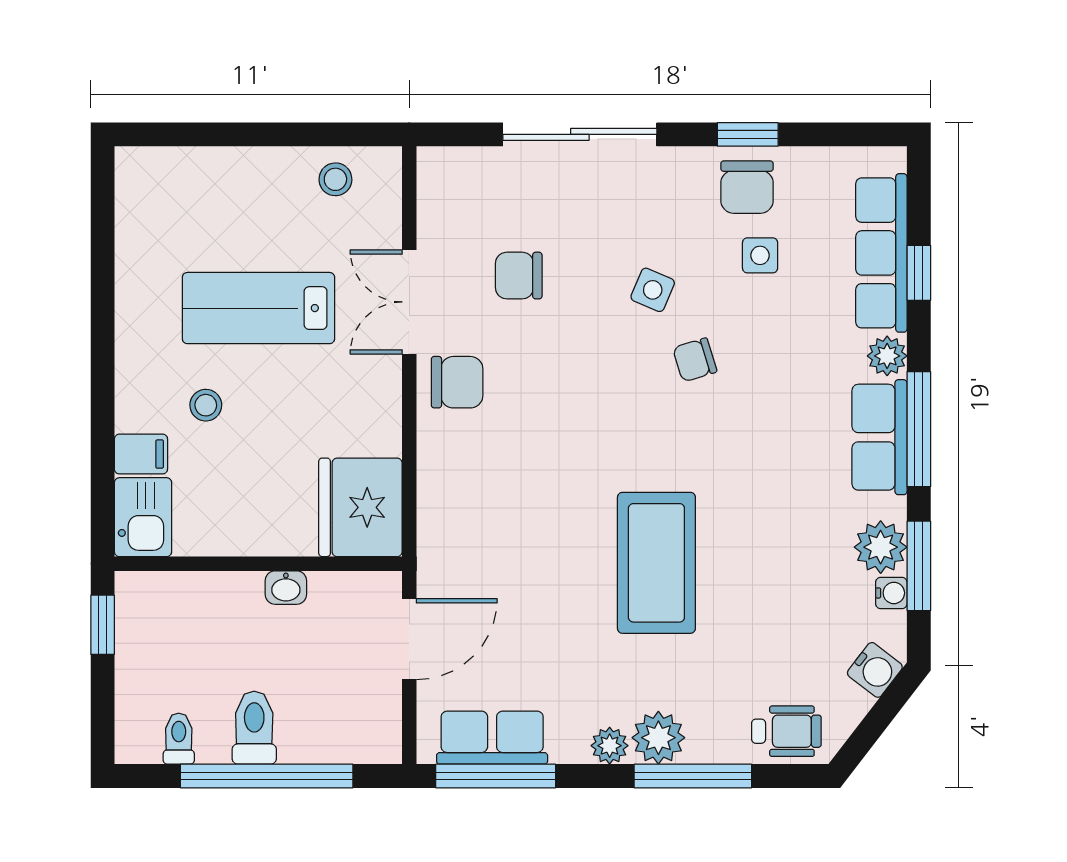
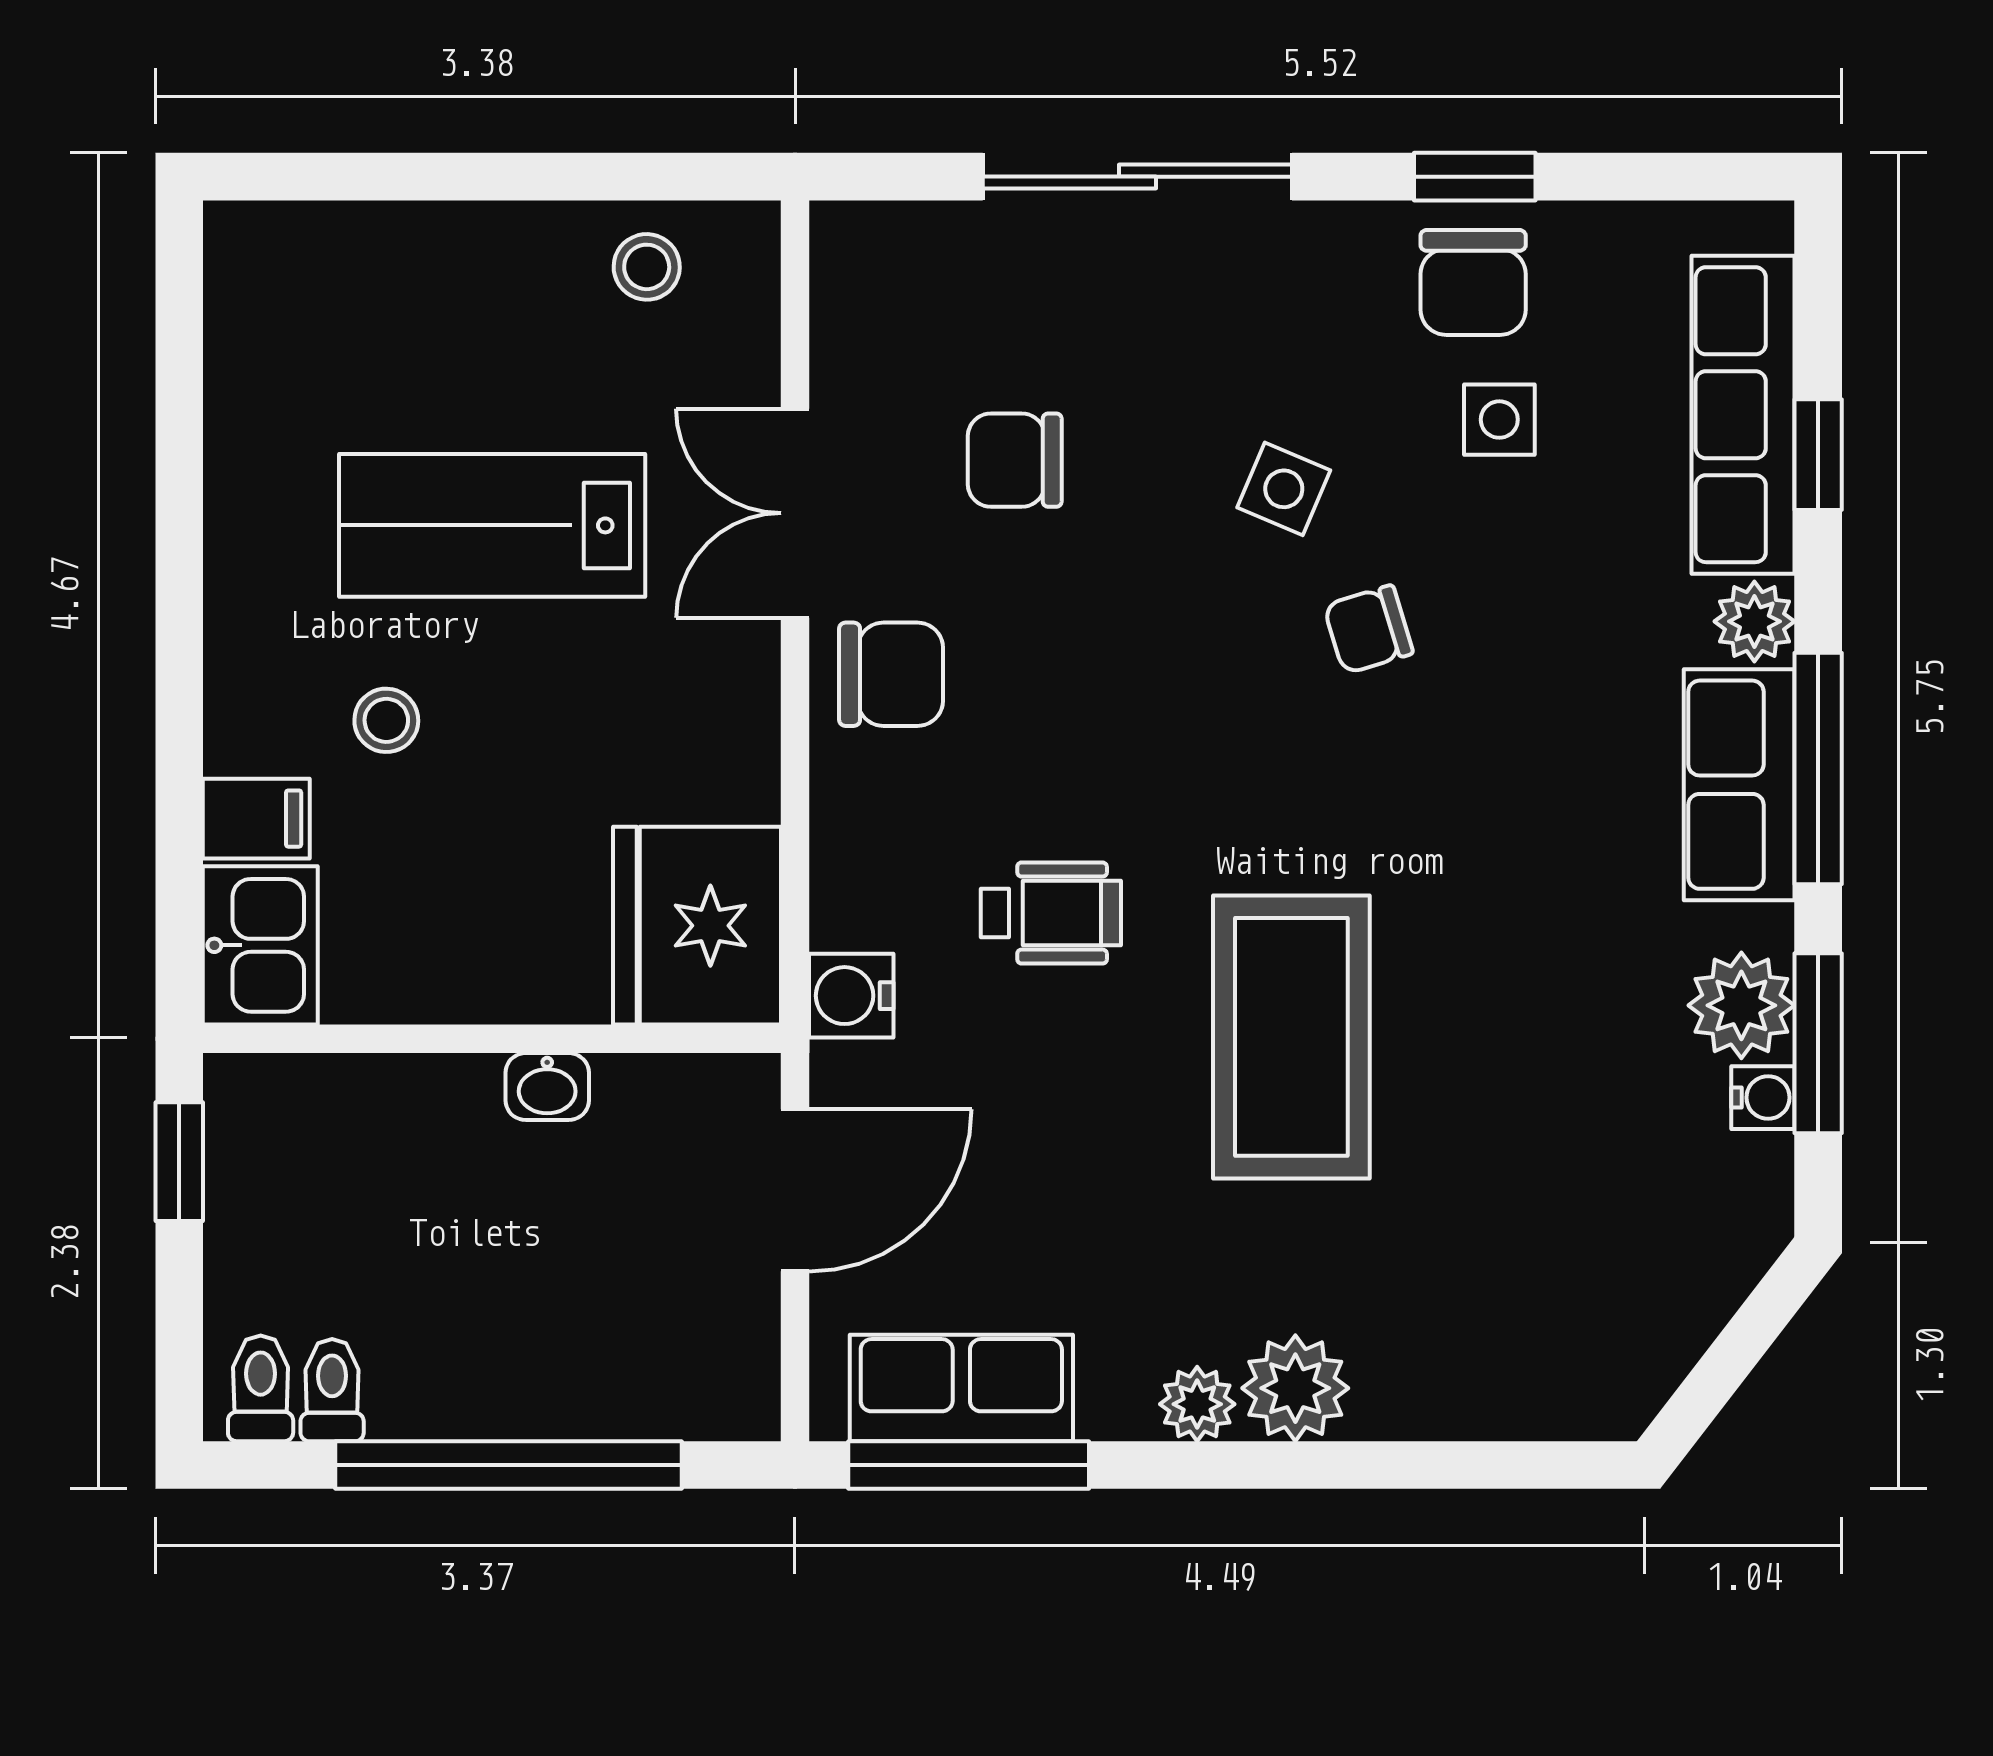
water cooler: (875, 670) -> (851, 996), moved, turned 142
toilet: (254, 728) -> (261, 1388), moved, width x0.73, depth x0.72
wheelchair: (786, 731) -> (1051, 913), moved
window: (693, 776) -> (1364, 1465), removed

